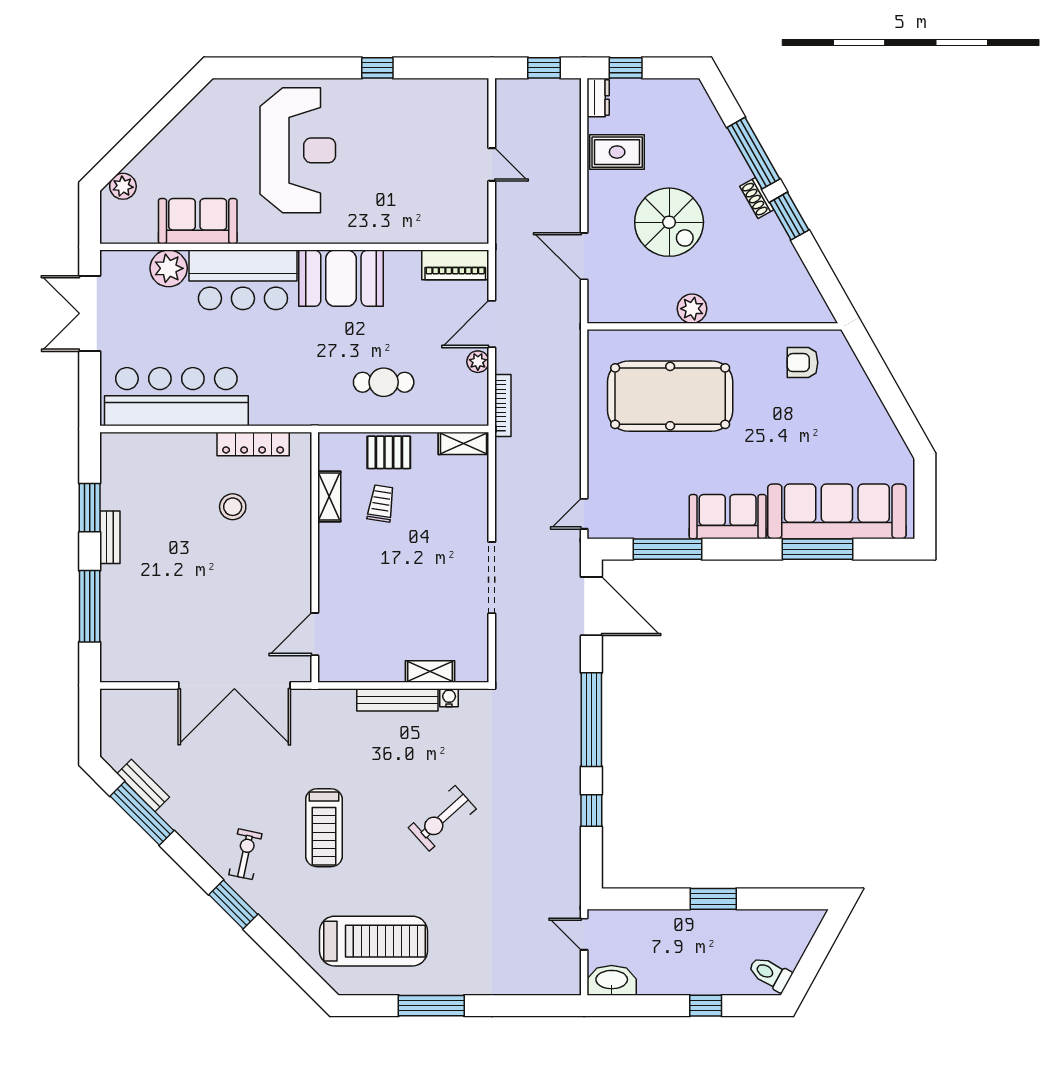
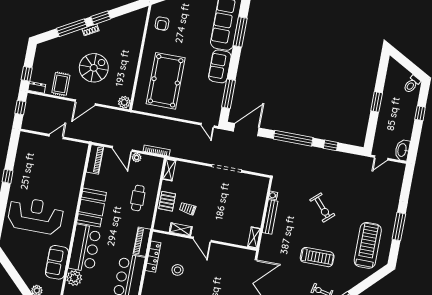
door: (584, 256) -> (85, 103), moved
plant: (692, 309) -> (124, 102), moved
piano: (283, 411) -> (142, 242), added
door: (315, 634) -> (202, 239), moved
shelving: (430, 671) -> (254, 237), moved

